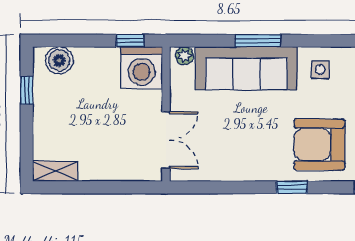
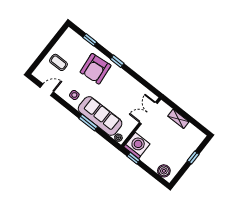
window: (27, 90) -> (193, 158), moved
armchair: (319, 145) -> (96, 69), turned 84
shelving: (55, 171) -> (178, 119), moved

